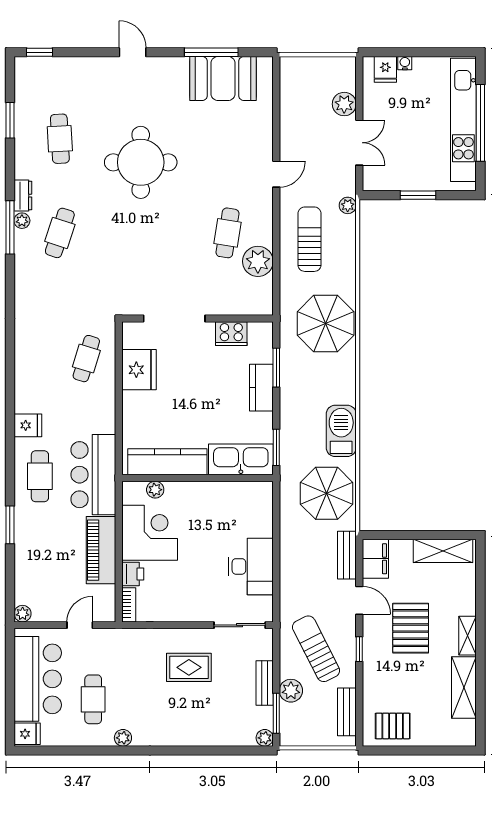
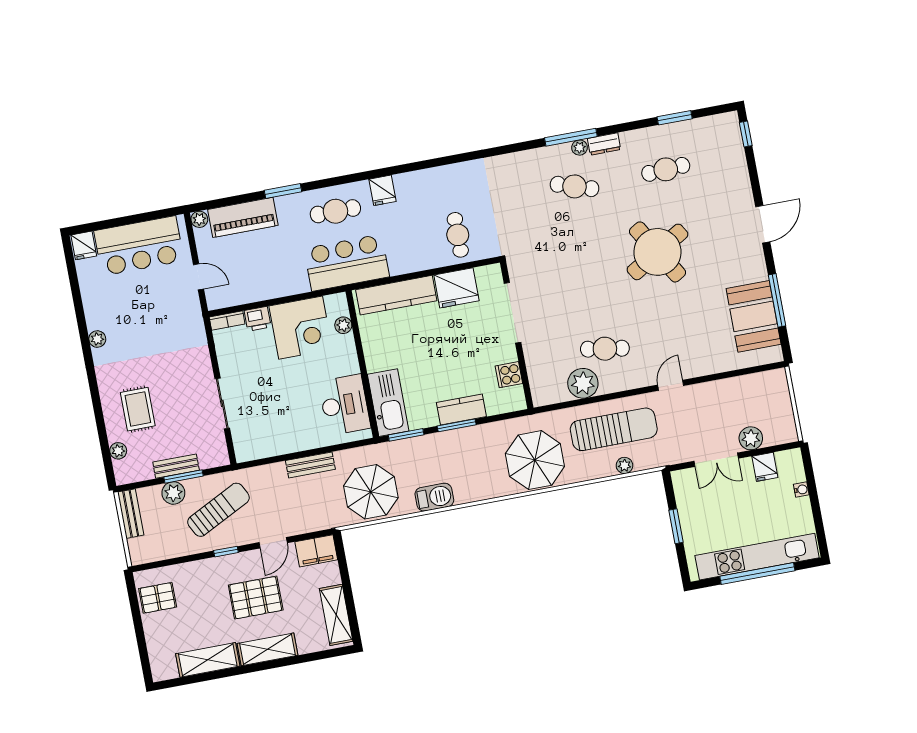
door: (133, 52) -> (763, 224), width x1.38
fridge: (385, 69) -> (765, 467), moved, turned -90
round table: (141, 162) -> (657, 252), turned -31
door: (276, 174) -> (671, 385), swing flipped
plant: (348, 205) -> (624, 465), moved
sun lounger: (310, 239) -> (614, 429), width x1.36, depth x1.34
cooker: (231, 334) -> (509, 375), width x0.73
cafe table: (86, 359) -> (458, 235), turned 73
window: (276, 368) -> (457, 425), moved
barbecue: (341, 431) -> (434, 497), width x0.73, depth x0.83
kitchen counter: (167, 462) -> (396, 295), moved, turned 90
piano: (101, 550) -> (243, 217), moved, turned 180
bench: (347, 555) -> (310, 465), moved
desk: (251, 566) -> (344, 405), moved, turned -90
sliding door: (240, 625) -> (222, 403), moved
shelving: (467, 636) -> (267, 649), width x1.50, depth x1.33
rug: (189, 667) -> (138, 409), moved
cafe table: (93, 699) -> (129, 303), removed
bench: (347, 712) -> (131, 514), moved, turned 90
window: (276, 713) -> (183, 476), moved
pallet: (393, 726) -> (158, 598), turned 90
plant: (265, 738) -> (118, 451), moved

